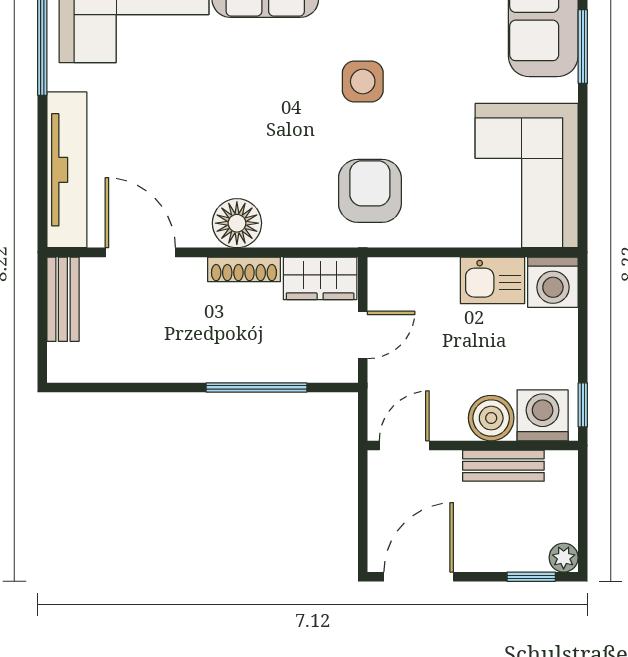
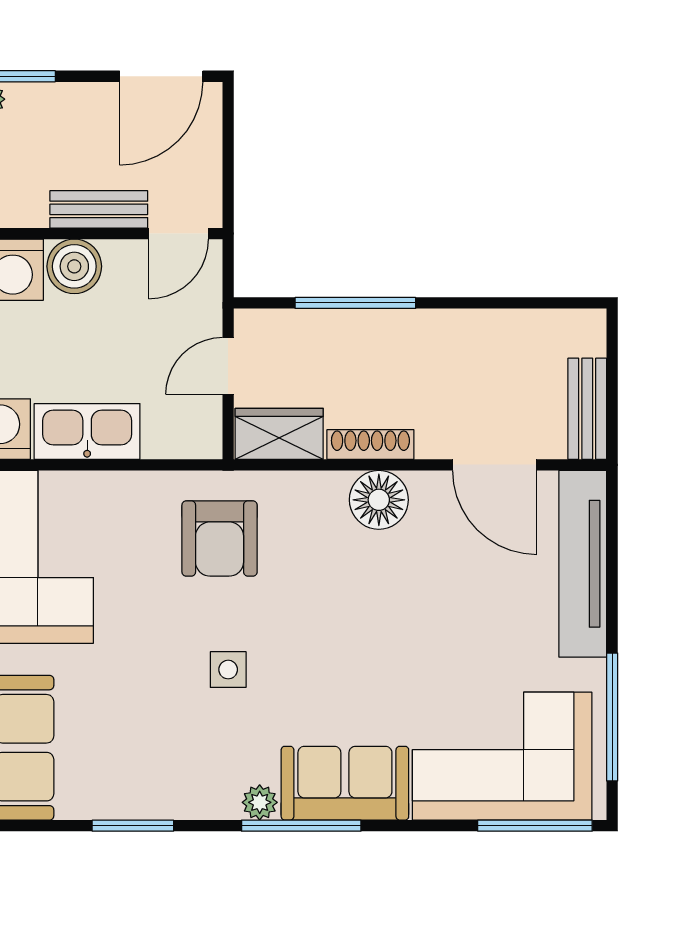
side table: (363, 82) -> (228, 670), width x0.73, depth x0.73
kitchen sink: (493, 280) -> (87, 431), width x1.38
bench: (503, 466) -> (99, 209), moved

